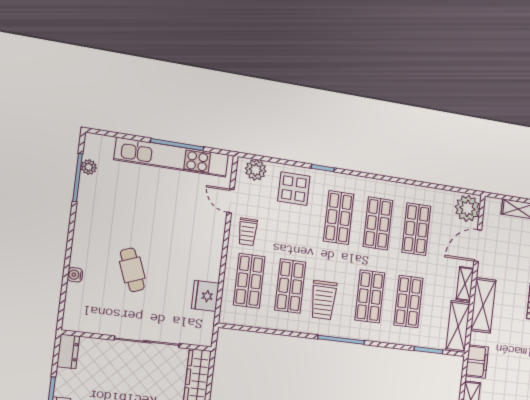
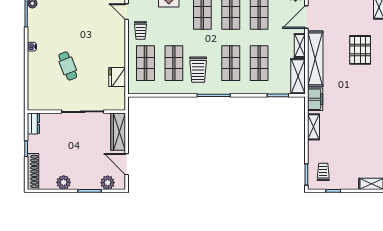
water cooler: (75, 275) -> (32, 47), moved
shelving: (483, 305) -> (315, 59), width x1.47

